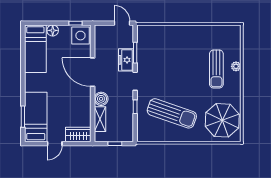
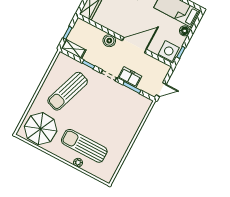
sun lounger: (216, 69) -> (84, 146), width x1.36, depth x1.34
shelving: (100, 119) -> (74, 49), moved

